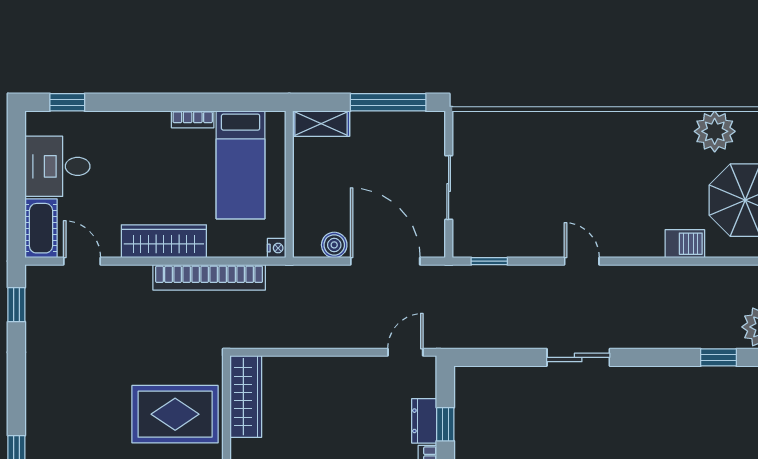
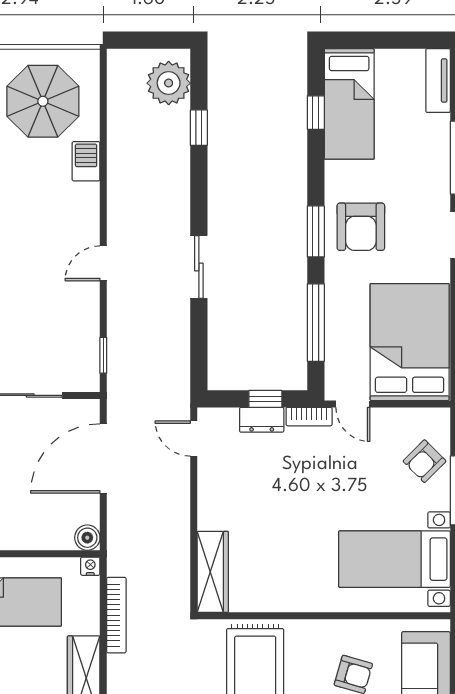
boiler: (334, 245) -> (87, 538), moved
bookcase: (209, 277) -> (116, 615), width x0.68, depth x0.76
wardrobe: (246, 397) -> (213, 572), moved, turned 90

